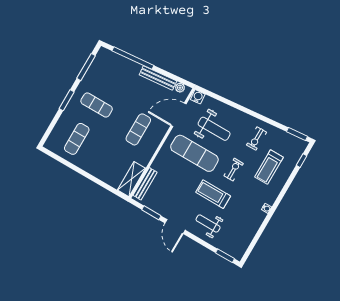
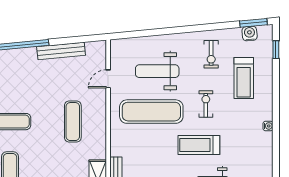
plant: (180, 88) -> (92, 47), removed
water cooler: (198, 97) -> (250, 34), moved
door: (178, 115) -> (108, 79), width x0.53
weight bench: (214, 129) -> (157, 71), turned 180

